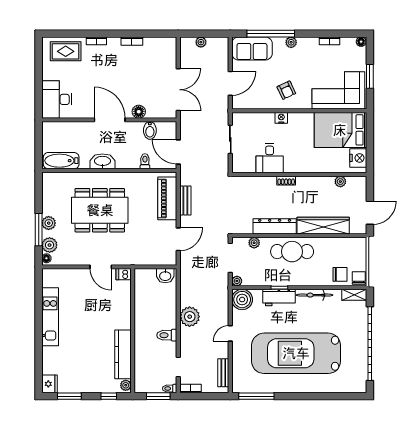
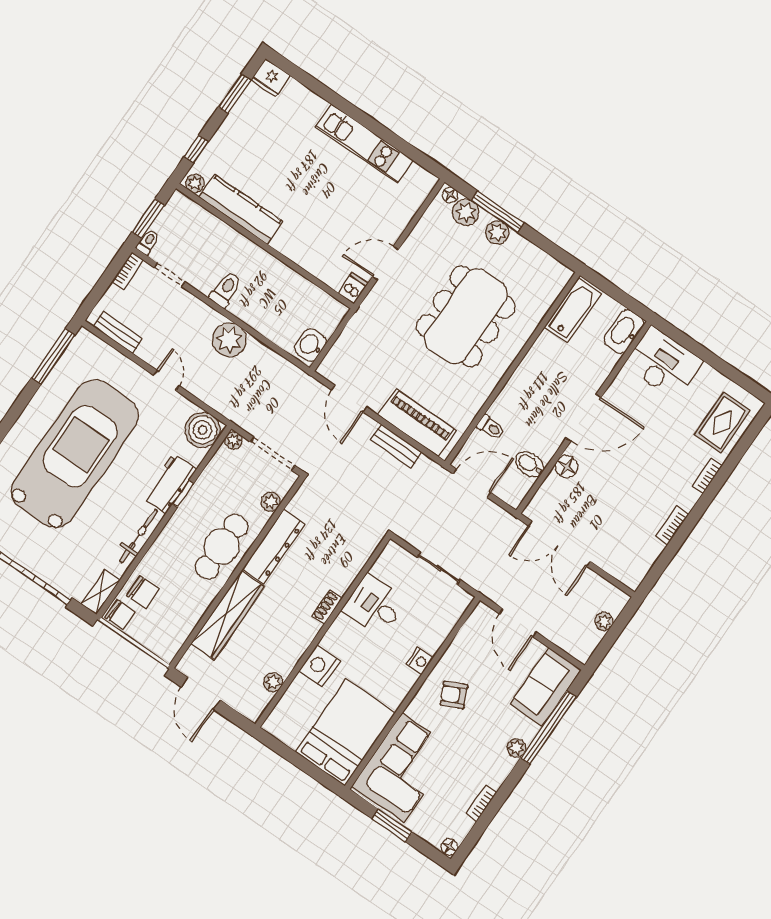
nightstand: (358, 158) -> (319, 666), moved, turned 90
washbasin: (102, 161) -> (624, 331), moved, turned 180
chair: (340, 274) -> (143, 592), turned -90

